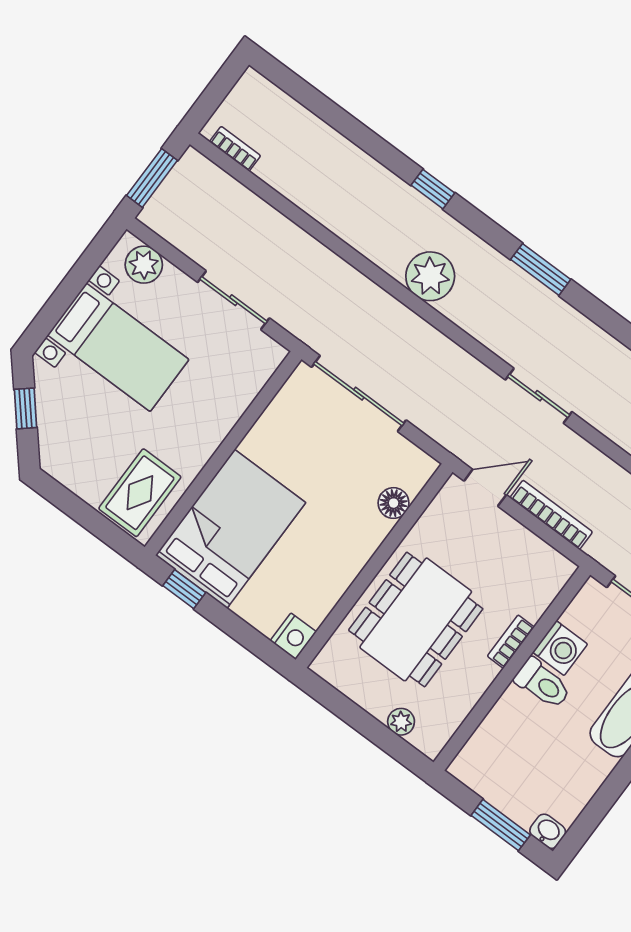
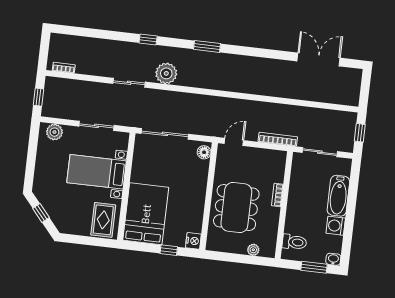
window: (152, 178) -> (38, 97), width x0.67
bed with nightstands: (118, 347) -> (97, 172), moved, turned 180
sliding door: (539, 396) -> (129, 83), moved
floor lamp: (394, 503) -> (204, 152), moved
bookcase: (551, 515) -> (278, 139), moved
window: (184, 589) -> (169, 250), moved
washing machine: (560, 648) -> (336, 226), moved, turned 180
toilet: (543, 684) -> (294, 242), moved

